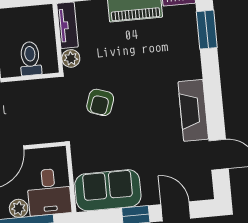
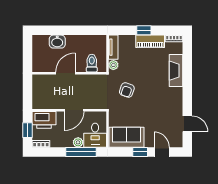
window: (207, 30) -> (187, 57), removed
fireplace: (193, 110) -> (176, 71), moved

